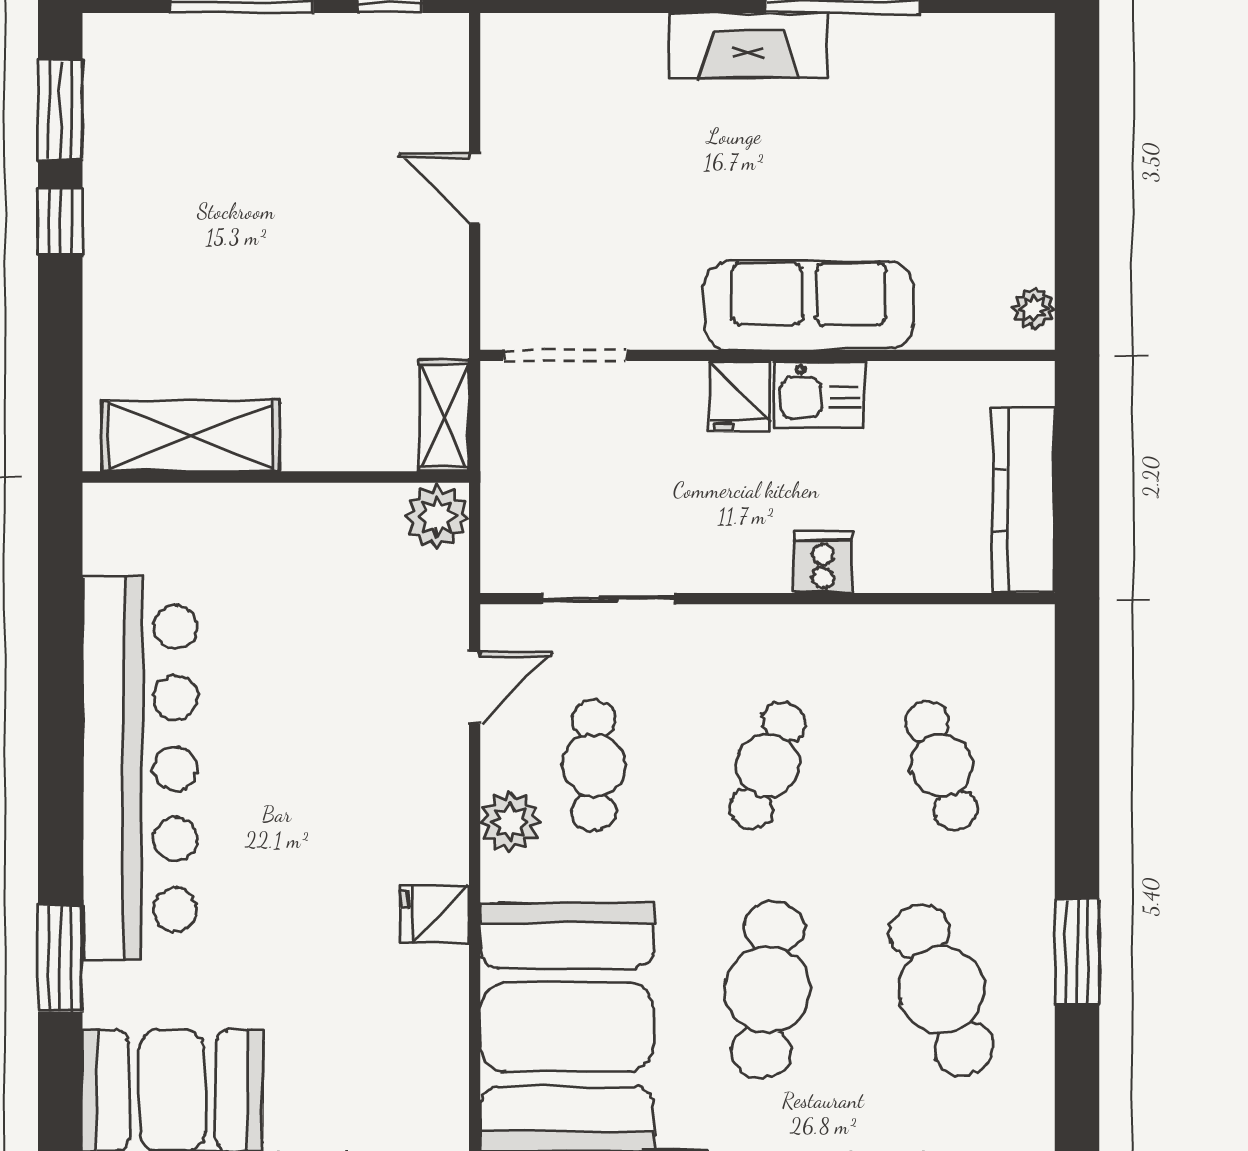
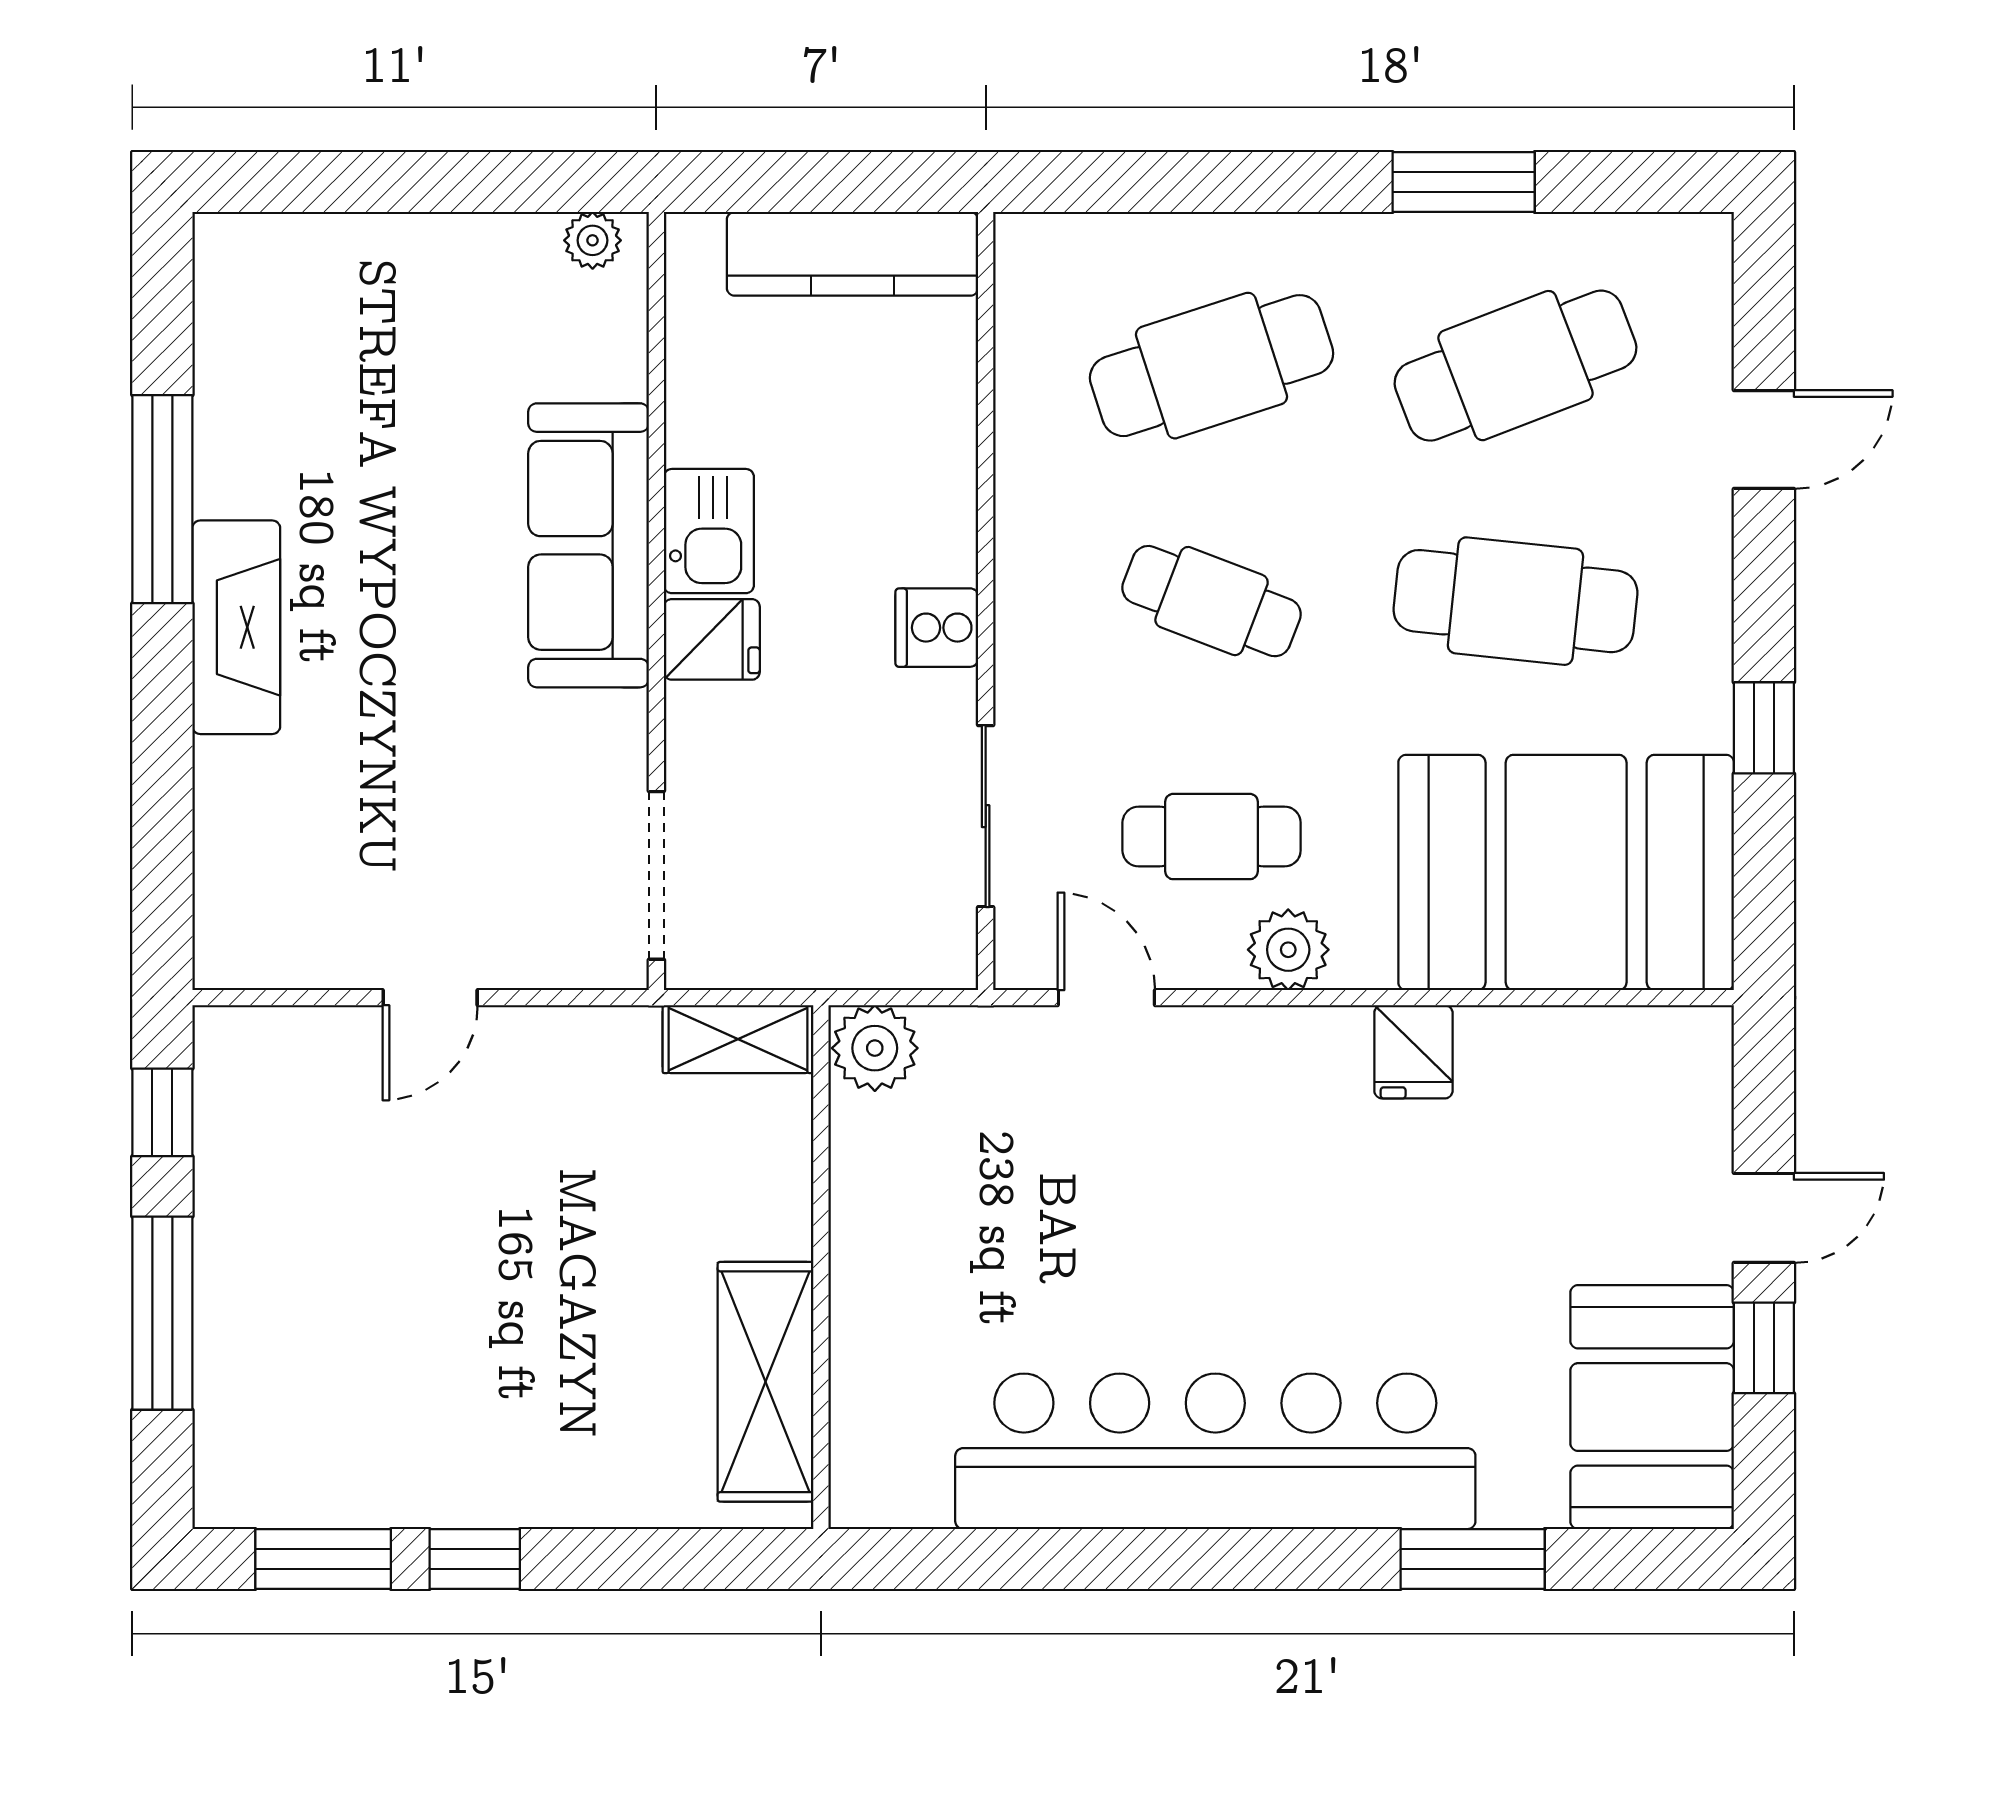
cooker: (823, 562) -> (937, 628), moved
cafe table: (941, 765) -> (1212, 366), width x1.37, depth x1.35

